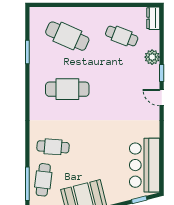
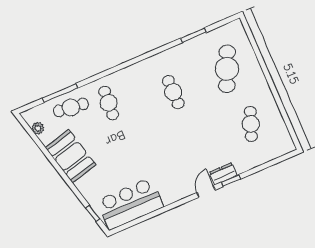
dresser: (153, 18) -> (223, 174), moved
plant: (152, 57) -> (243, 164), removed
cafe table: (67, 89) -> (173, 92), width x0.73, depth x0.74

